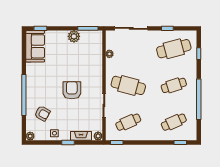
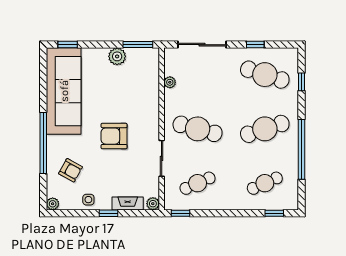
sofa: (35, 46) -> (64, 91), width x1.85, depth x1.27
cafe table: (174, 49) -> (265, 75), turned 33
cafe table: (174, 85) -> (265, 129), width x1.37, depth x1.35
armchair: (72, 90) -> (114, 136), turned -90

